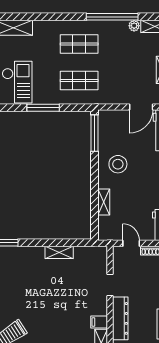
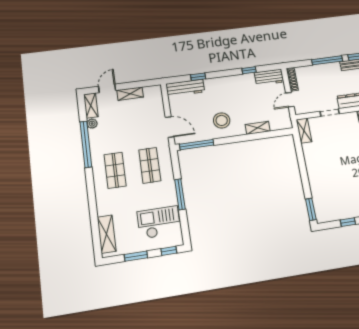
door: (141, 107) -> (170, 127), moved
shelving: (59, 252) -> (304, 131), moved

